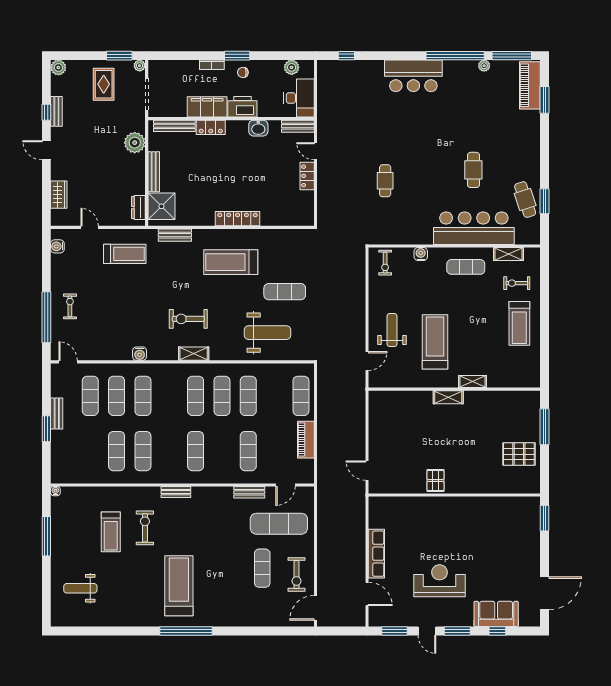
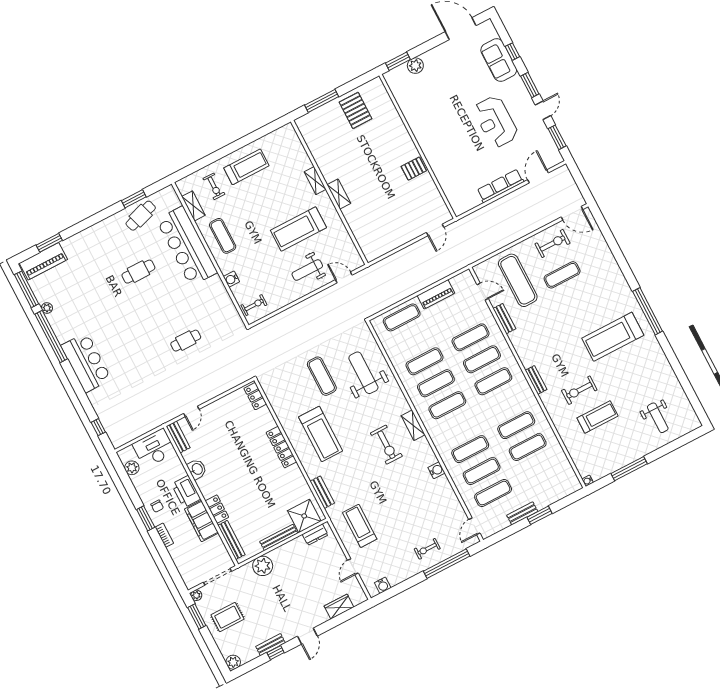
locker: (307, 176) -> (255, 396), moved, turned 90
exercise mat: (222, 451) -> (482, 359), added
plant: (532, 533) -> (415, 66), added

